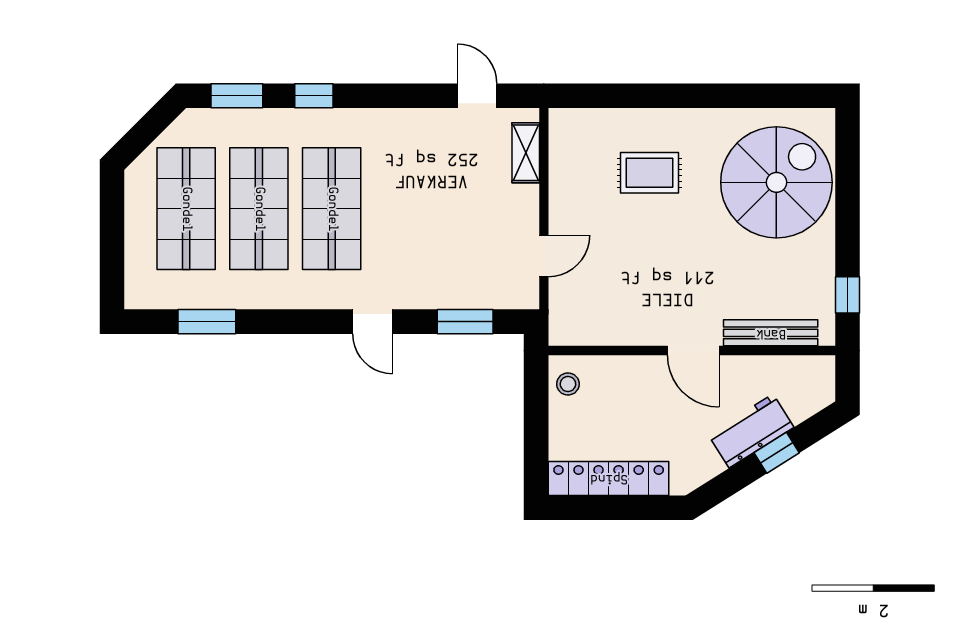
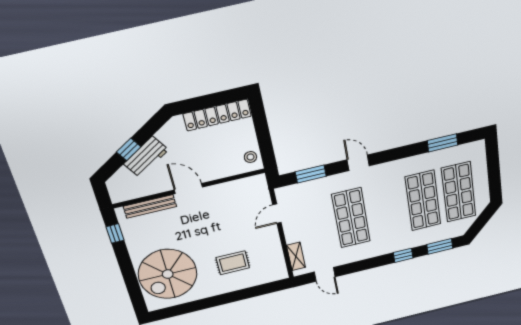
shop shelf: (332, 209) -> (351, 218), moved

